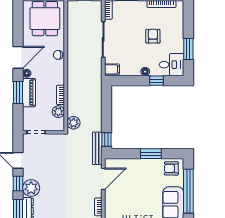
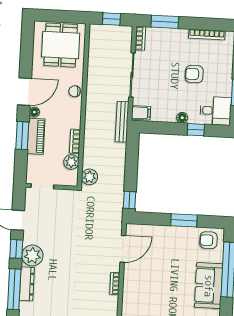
armchair: (153, 36) -> (194, 74), turned -90
bench: (97, 148) -> (122, 122), moved

